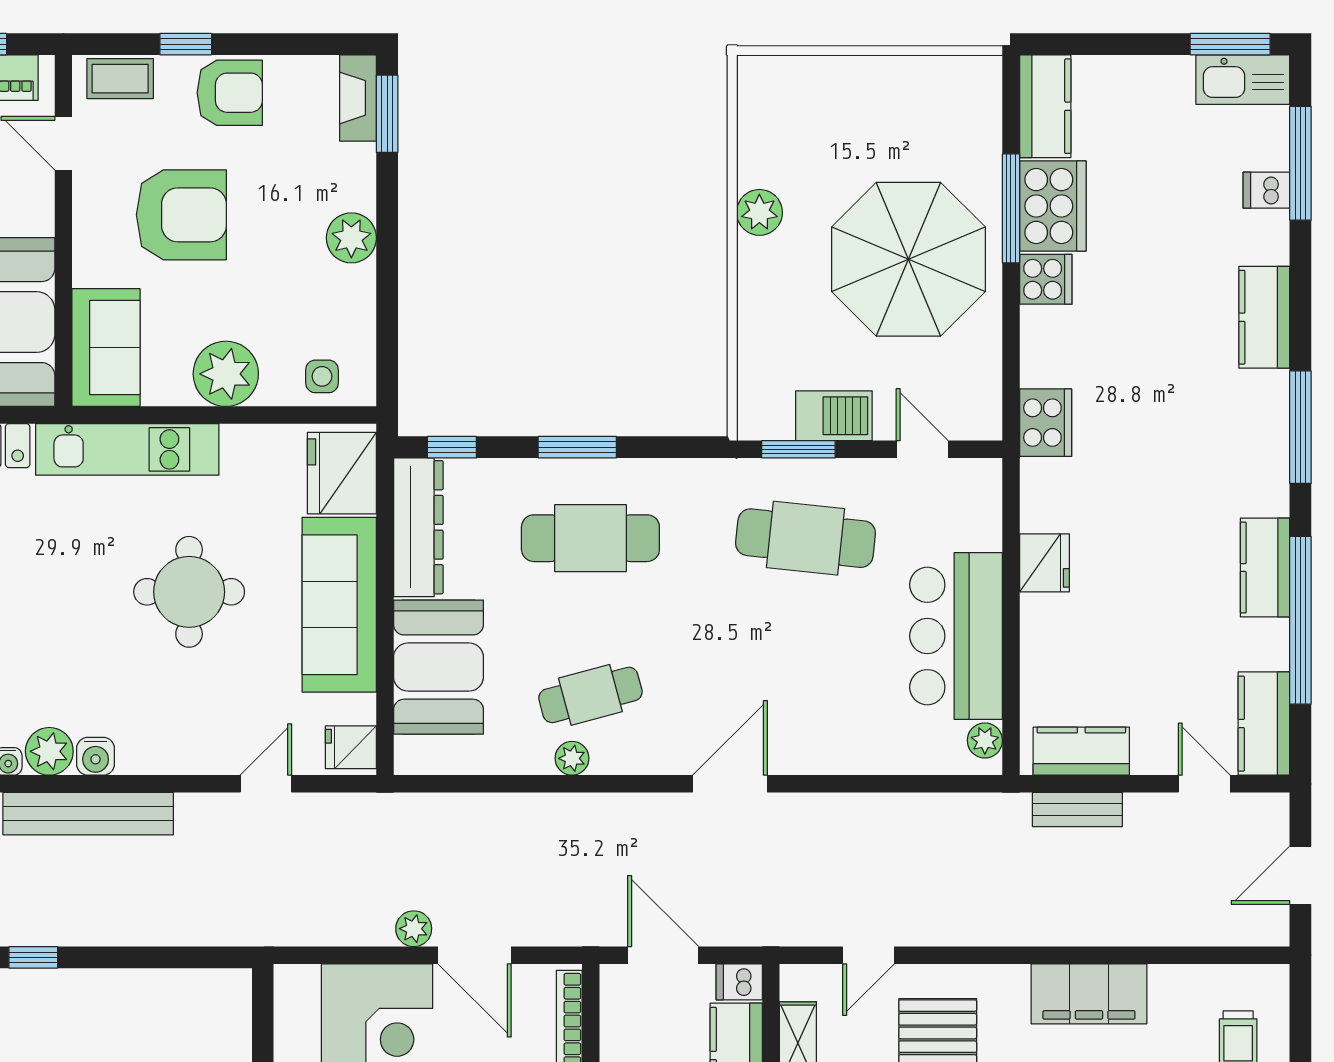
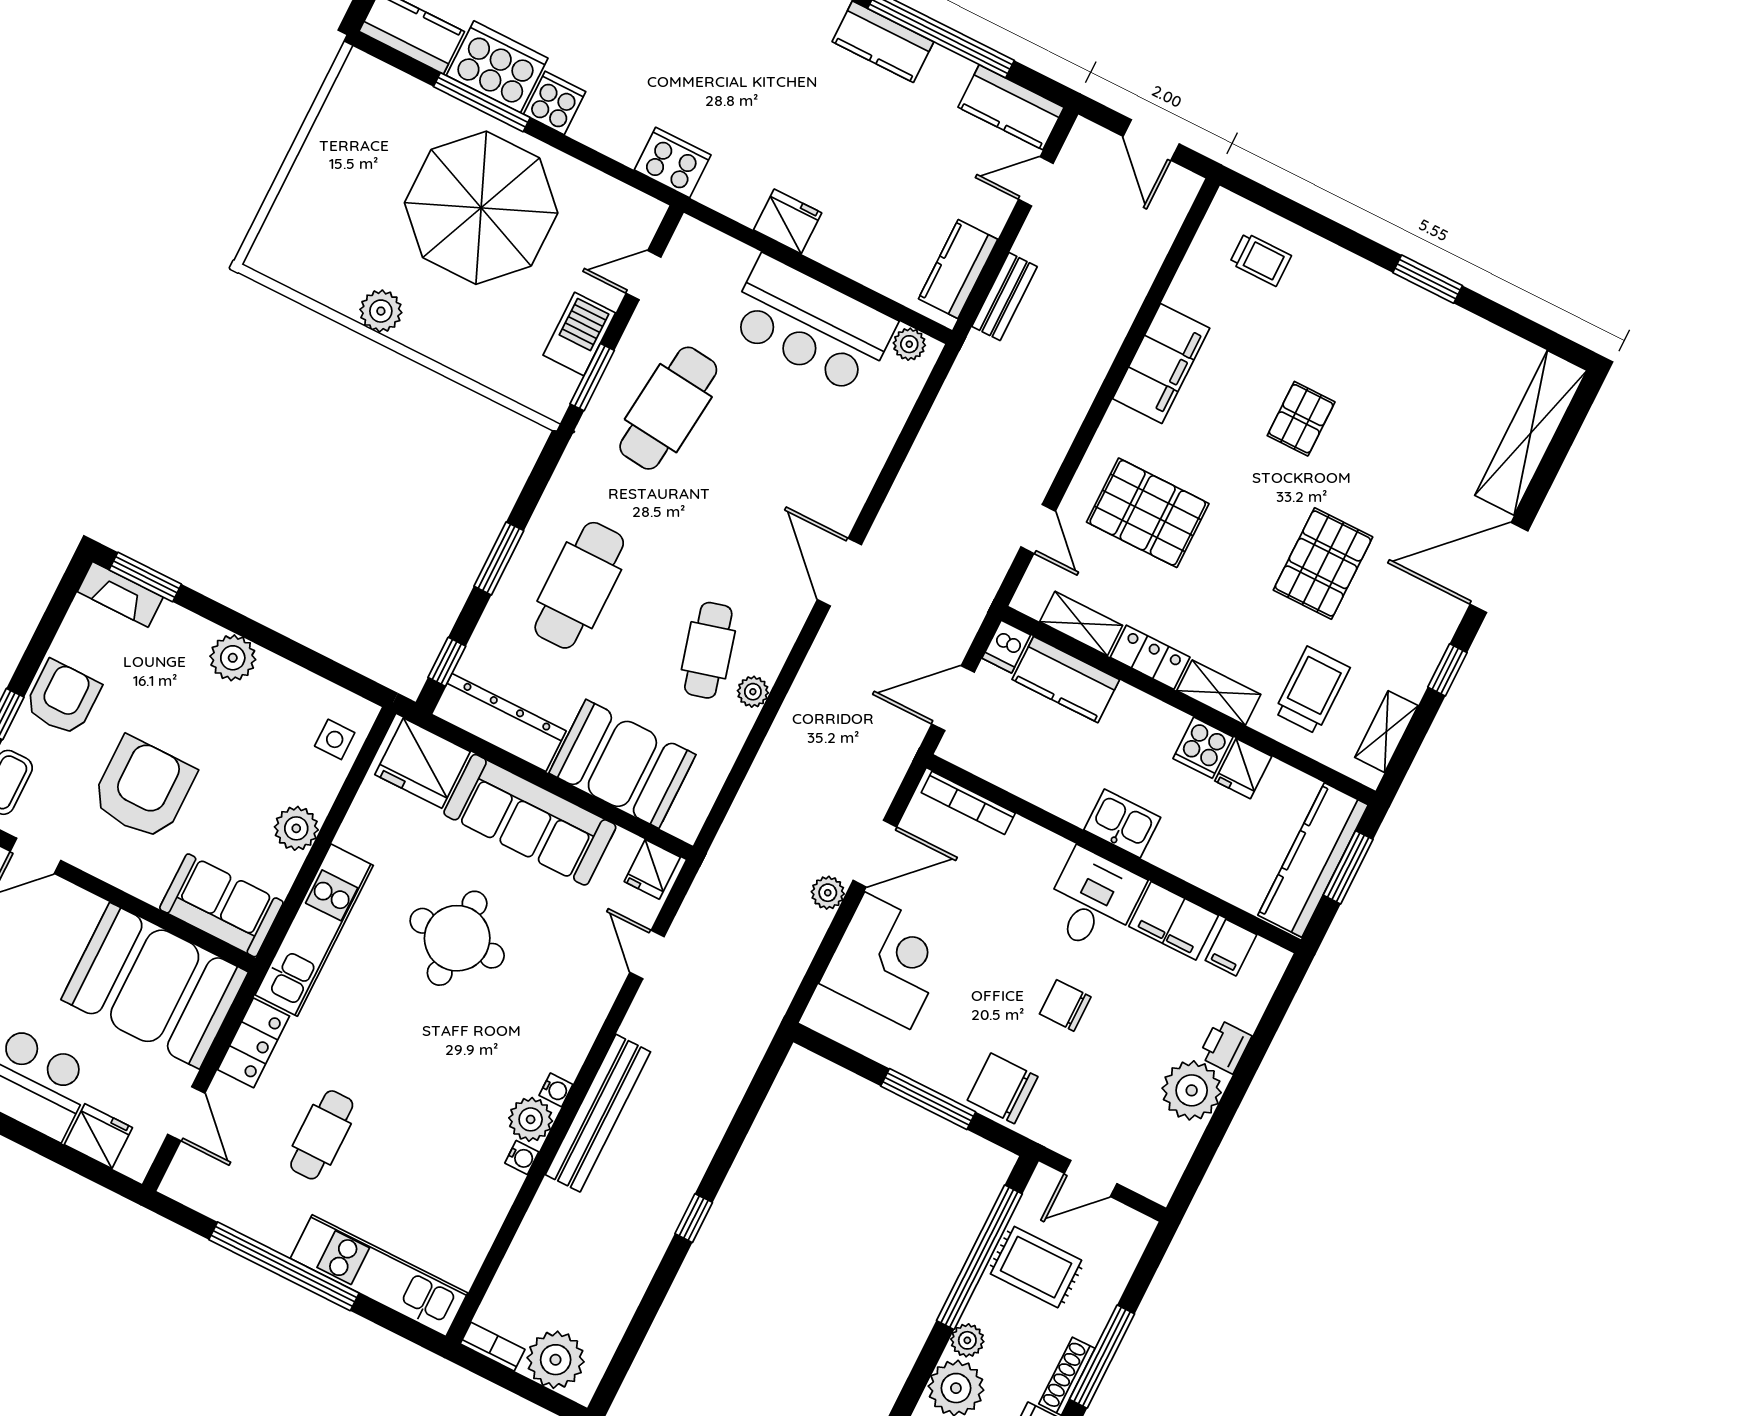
plant: (226, 374) -> (296, 828), width x0.73, depth x0.73
water cooler: (96, 756) -> (556, 1090), width x0.72, depth x0.72

